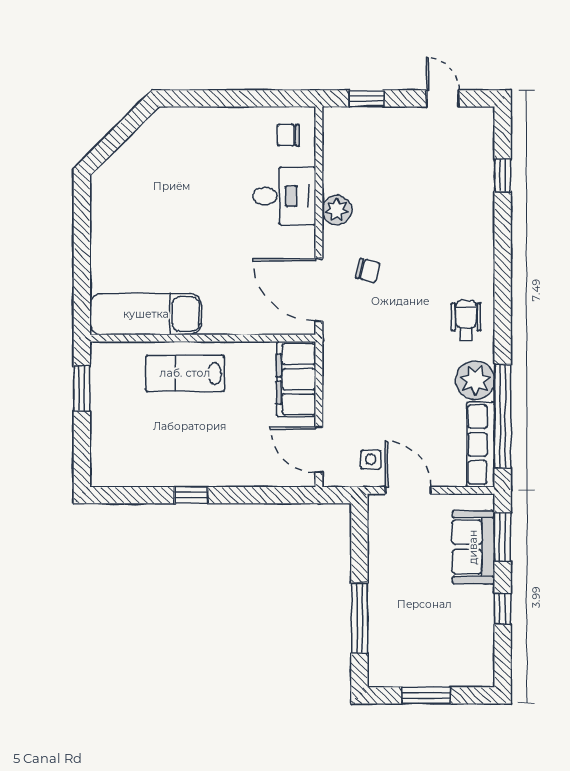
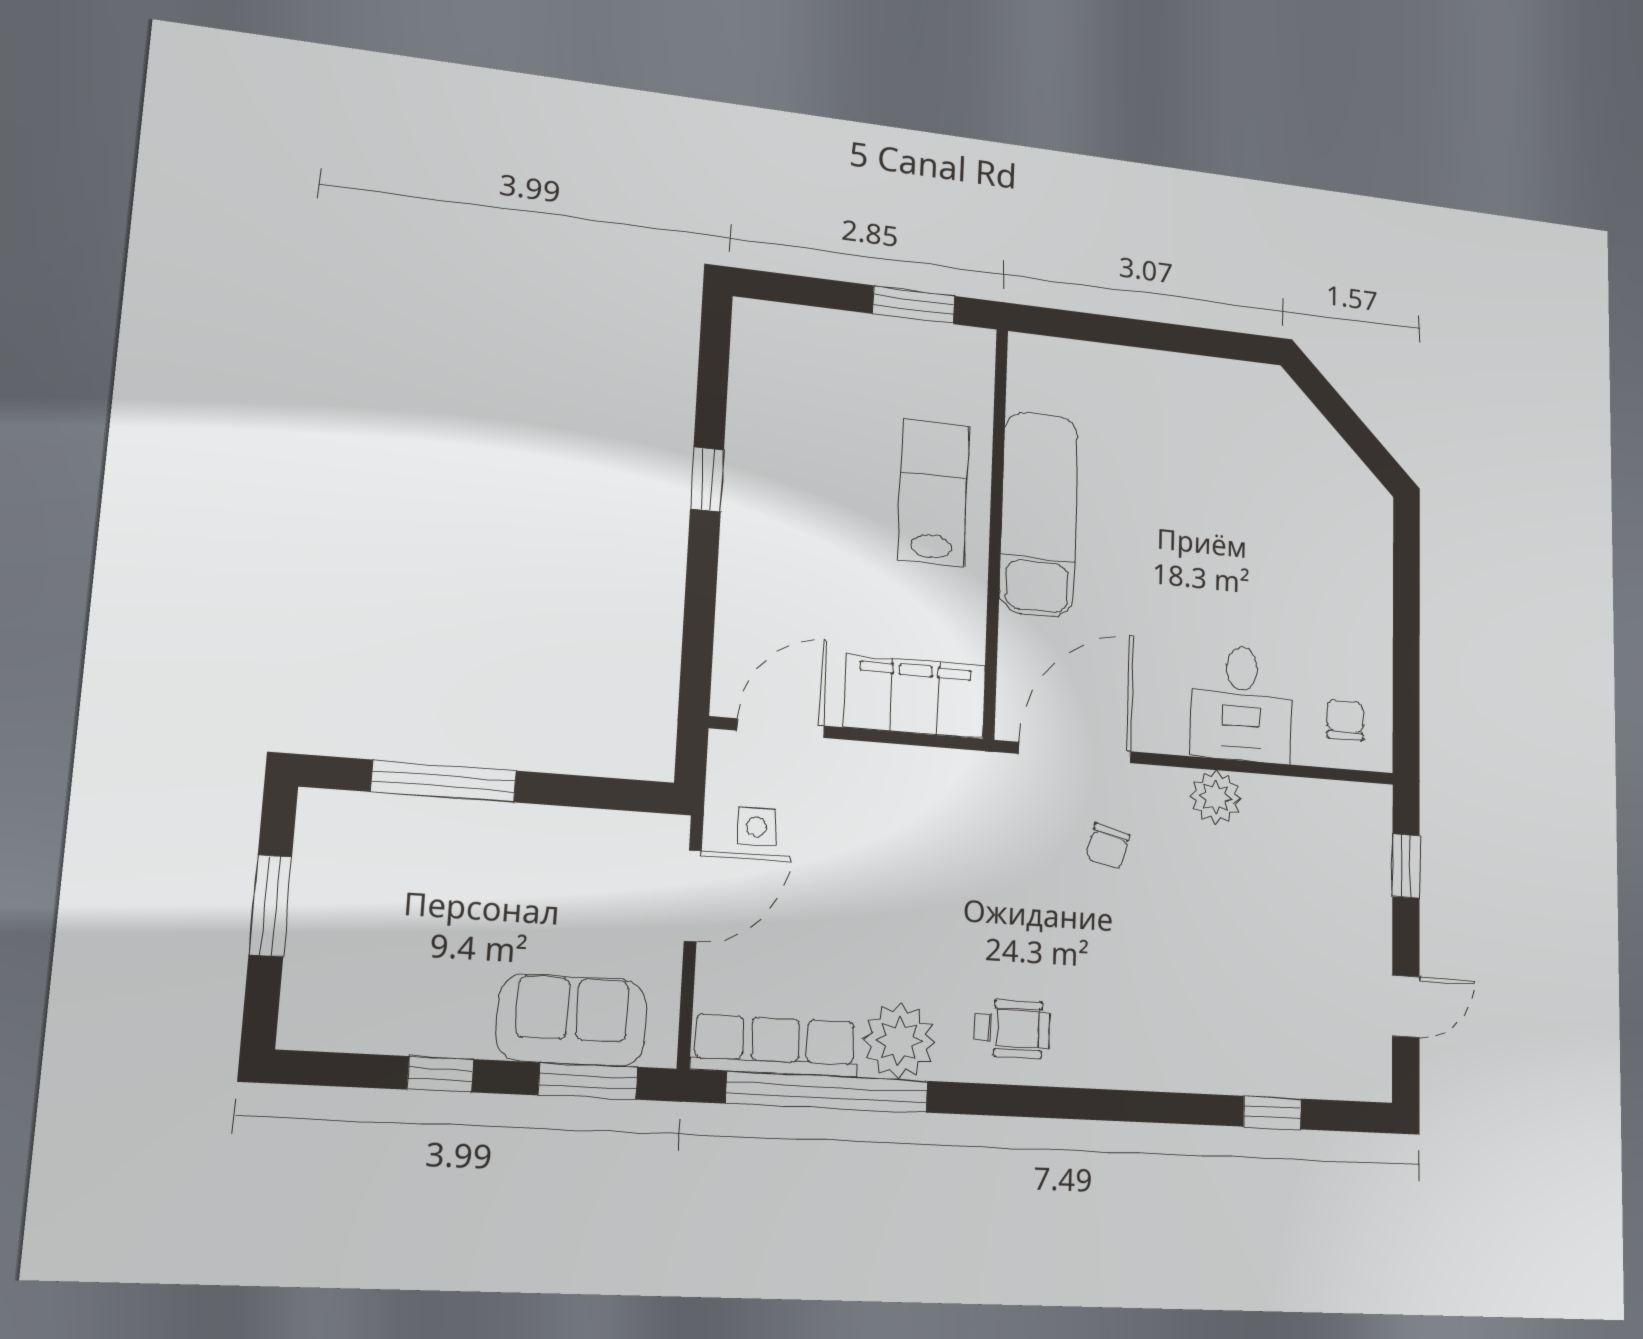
exam couch: (146, 314) -> (1039, 514), moved

